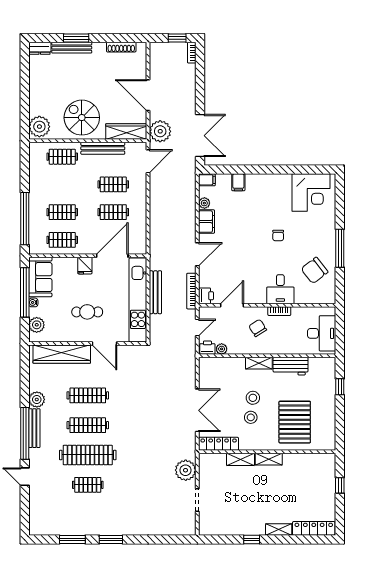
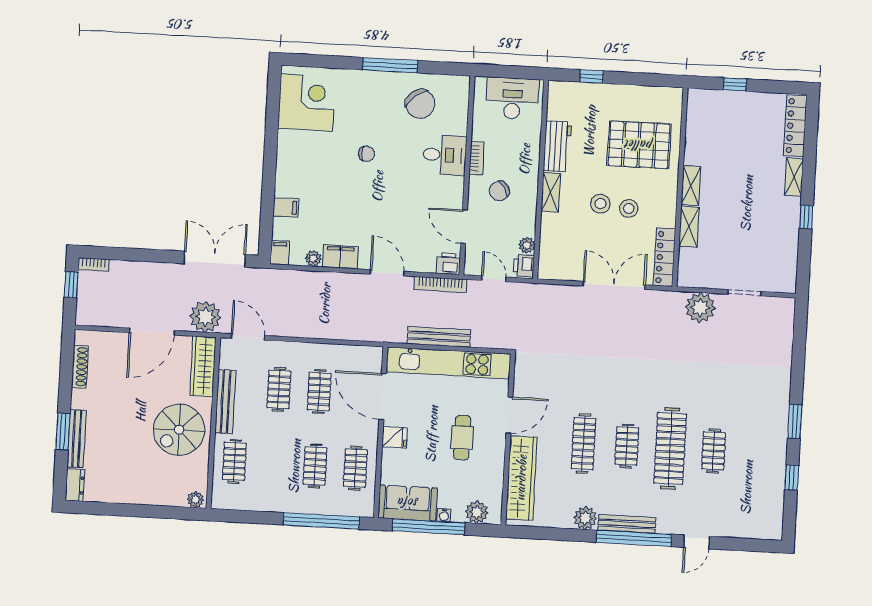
plant: (39, 127) -> (195, 500), width x0.53, depth x0.53
clothes rail: (88, 425) -> (627, 446), width x0.73
window: (72, 539) -> (792, 478), width x0.67

